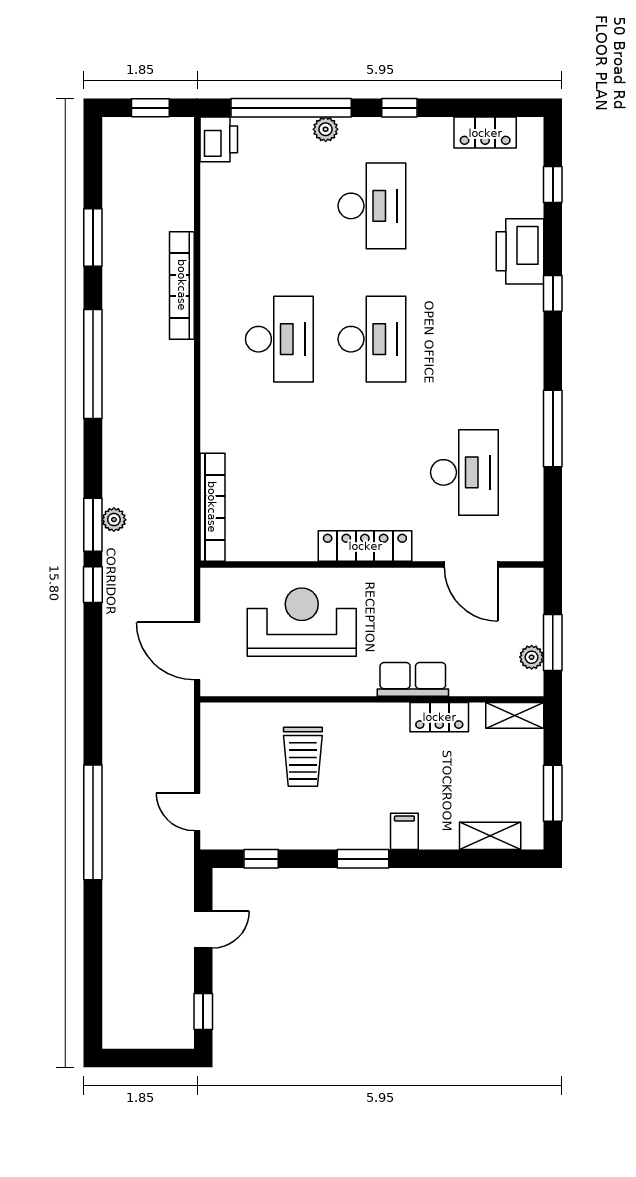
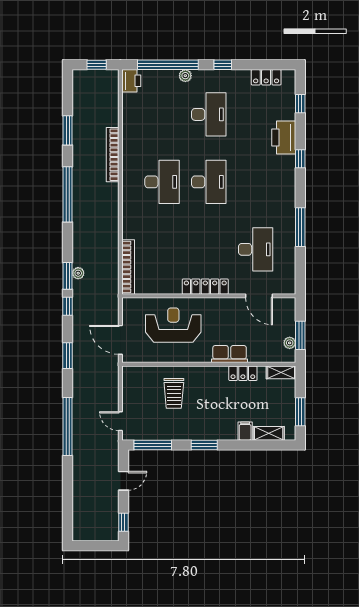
window: (93, 682) -> (68, 356), added
filing cabinet: (404, 831) -> (245, 431), moved
window: (261, 859) -> (153, 445), width x2.17

